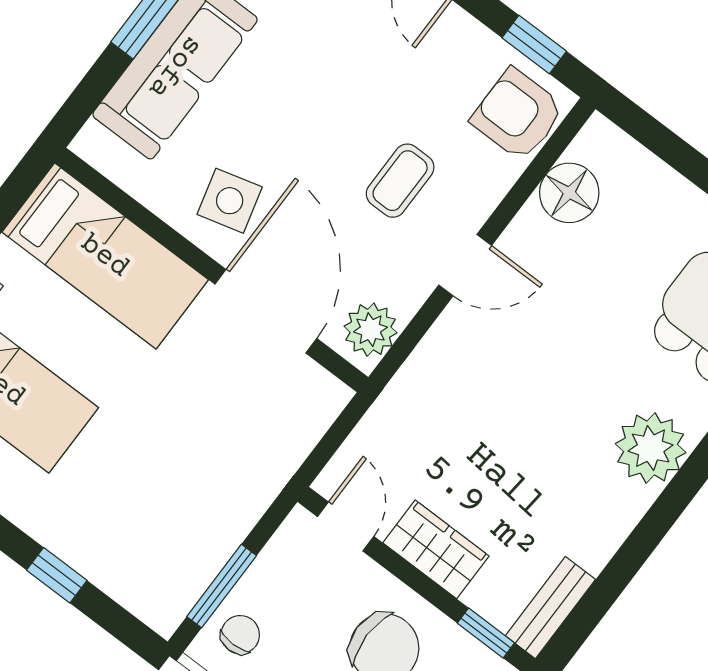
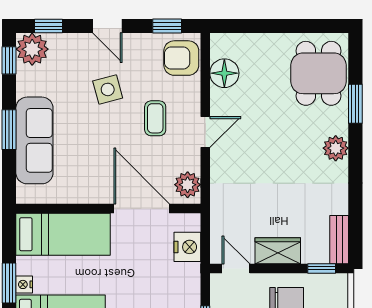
side table: (230, 201) -> (108, 89), moved
nightstand: (293, 431) -> (187, 247), added
plant: (651, 448) -> (336, 148), width x0.73, depth x0.73

